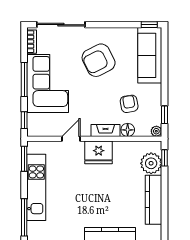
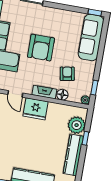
armchair: (99, 60) -> (41, 48), moved, turned -63
door: (71, 139) -> (15, 94), swing flipped
window: (165, 158) -> (85, 138), moved

